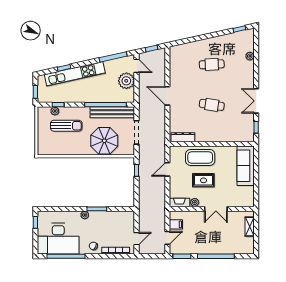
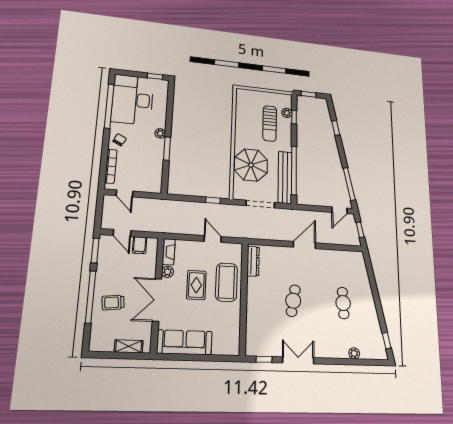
kitchen unit: (75, 74) -> (329, 139), removed
plant: (126, 81) -> (322, 197), removed
sofa: (246, 166) -> (184, 342), moved
double door: (216, 209) -> (157, 300), width x1.37
trolley: (219, 240) -> (113, 302), added

